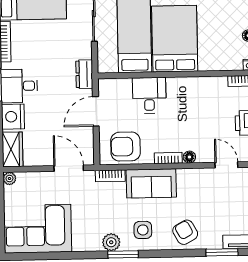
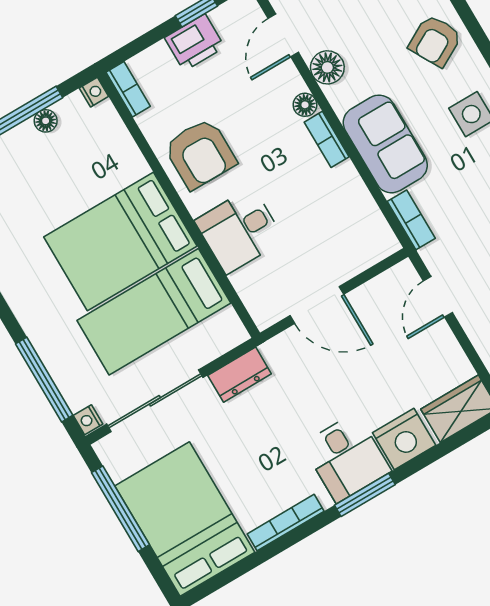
dresser: (84, 74) -> (240, 375), moved
armchair: (125, 147) -> (200, 154), moved
door: (69, 168) -> (438, 297), width x0.73
floor lamp: (201, 177) -> (327, 67), added

